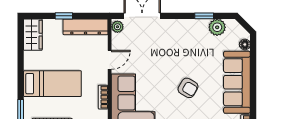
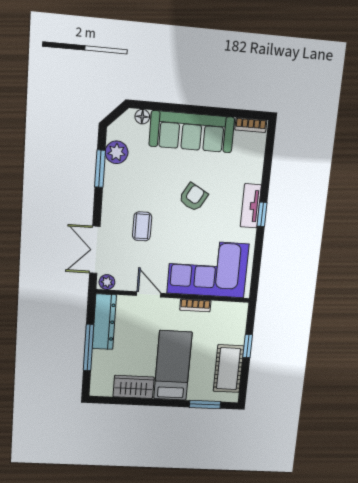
window: (64, 16) -> (88, 348), width x2.17
window: (204, 16) -> (100, 169), width x1.50
wardrobe: (33, 35) -> (134, 387), moved
coffee table: (163, 51) -> (142, 226), added

